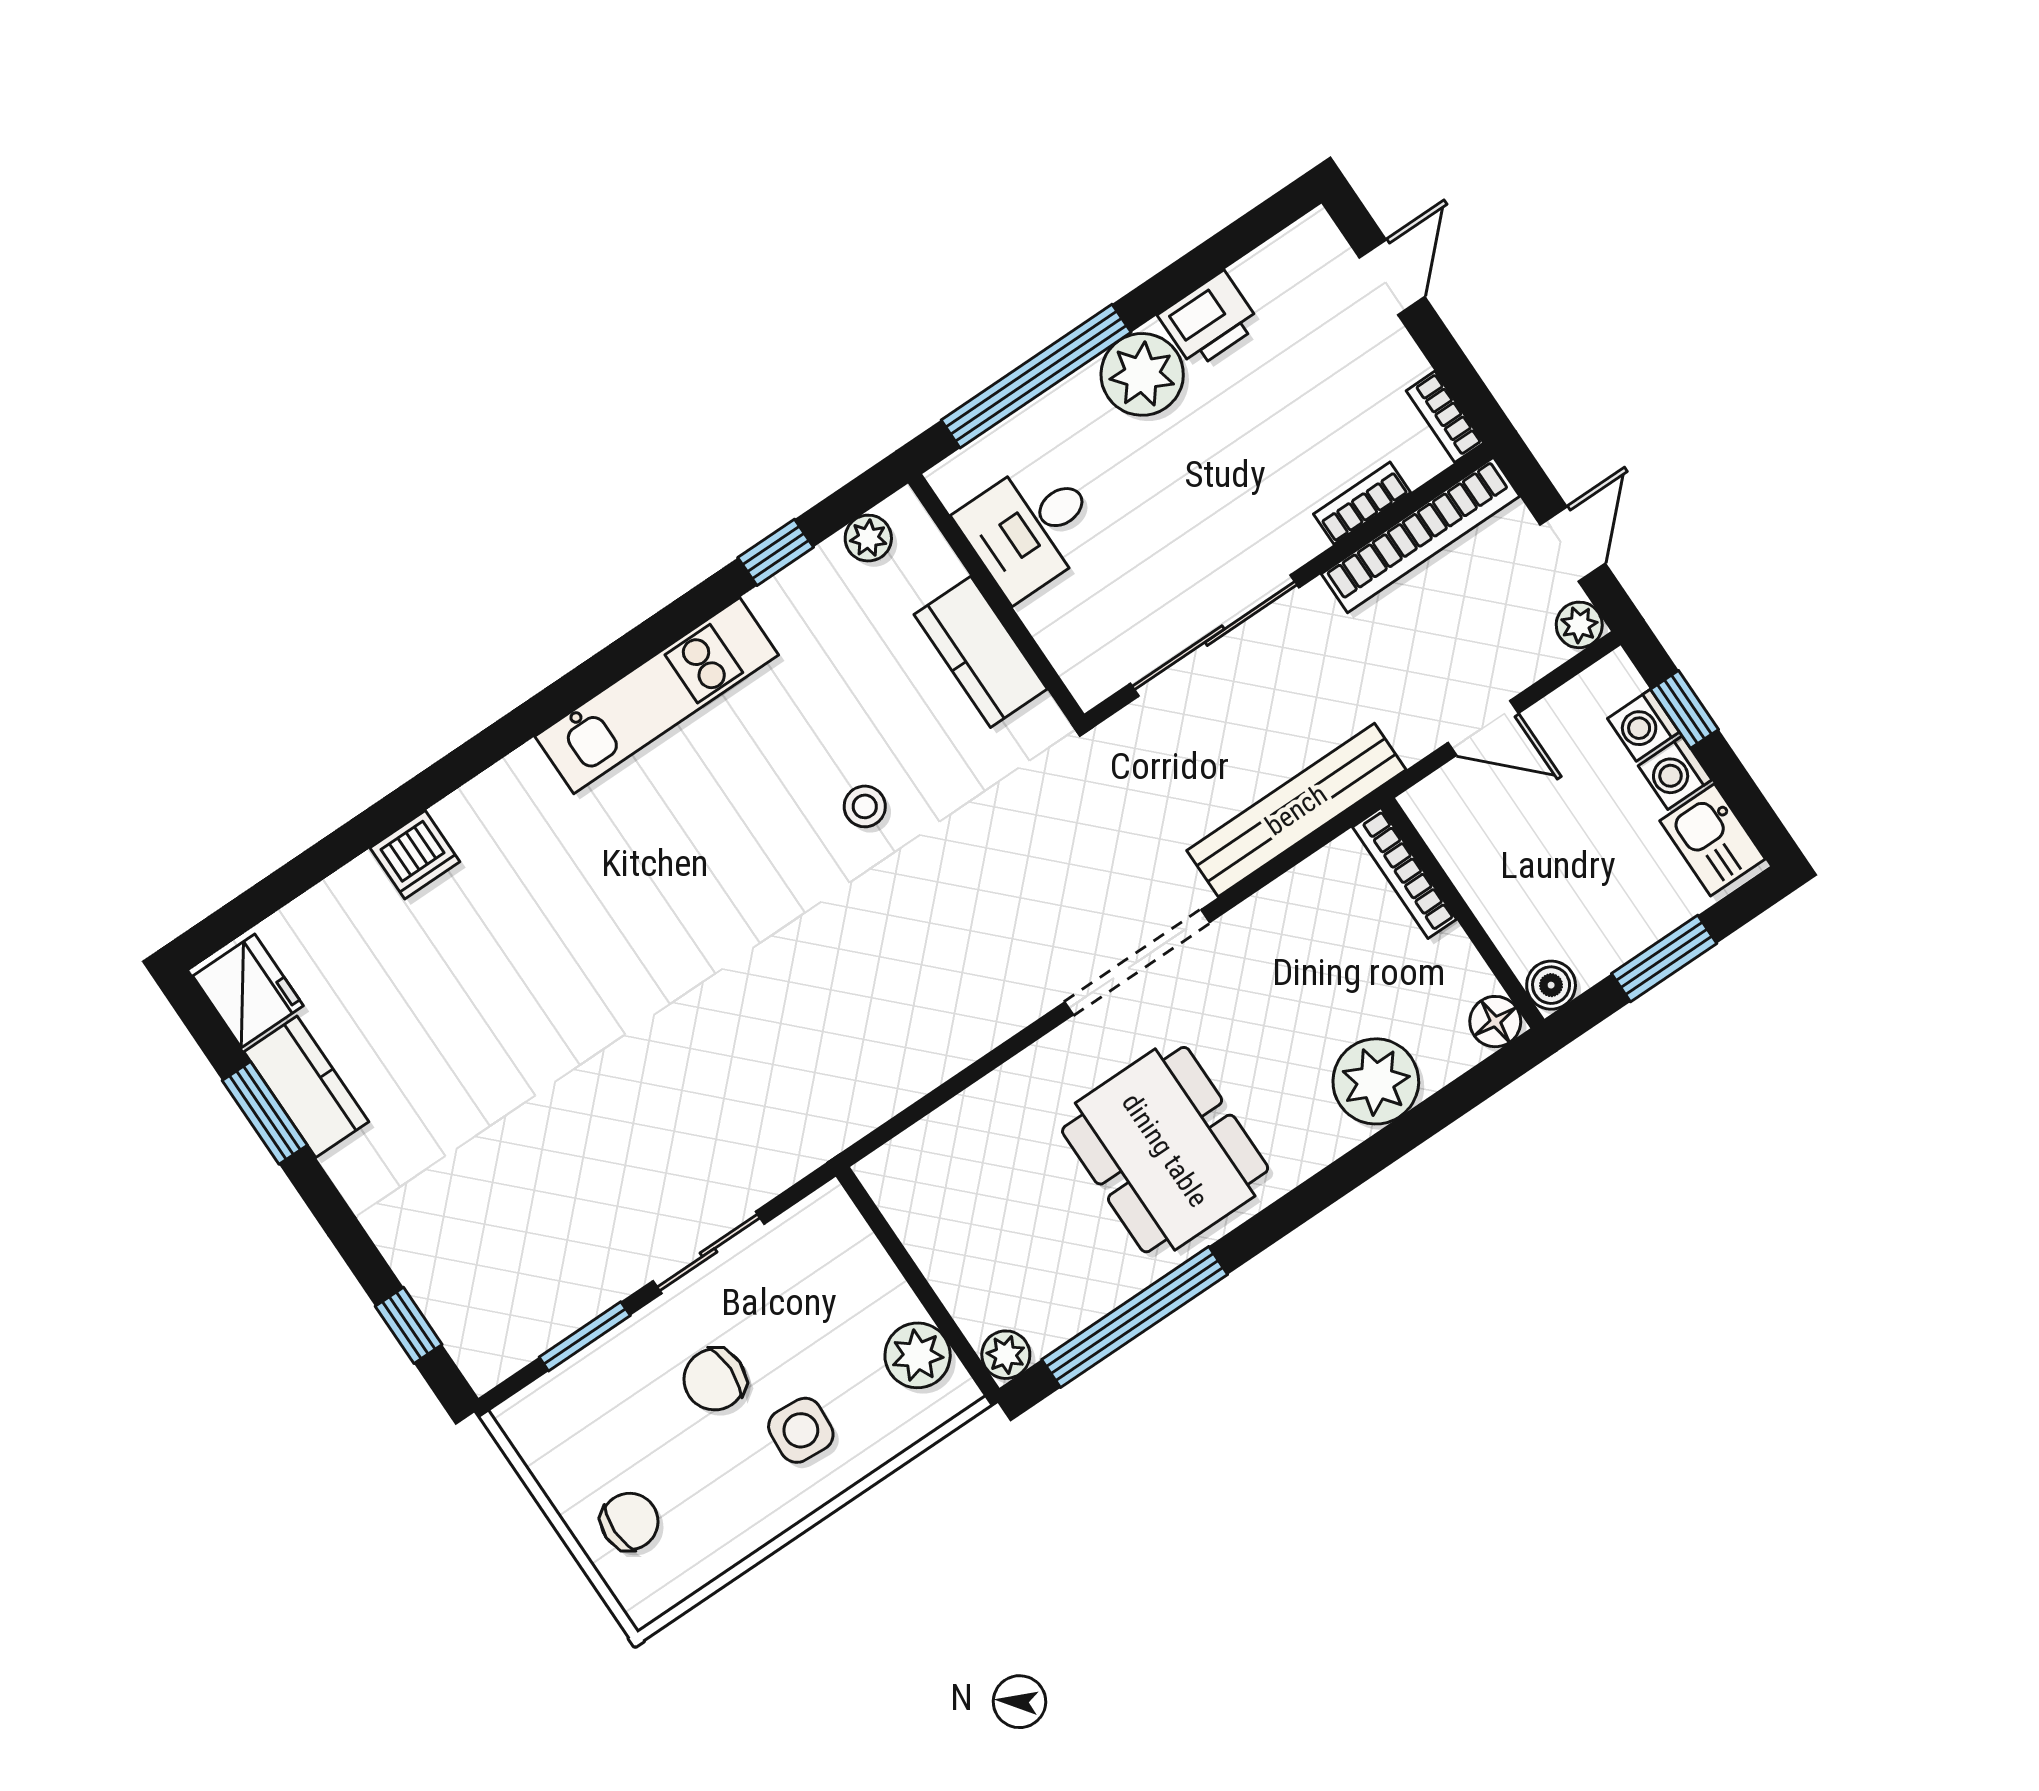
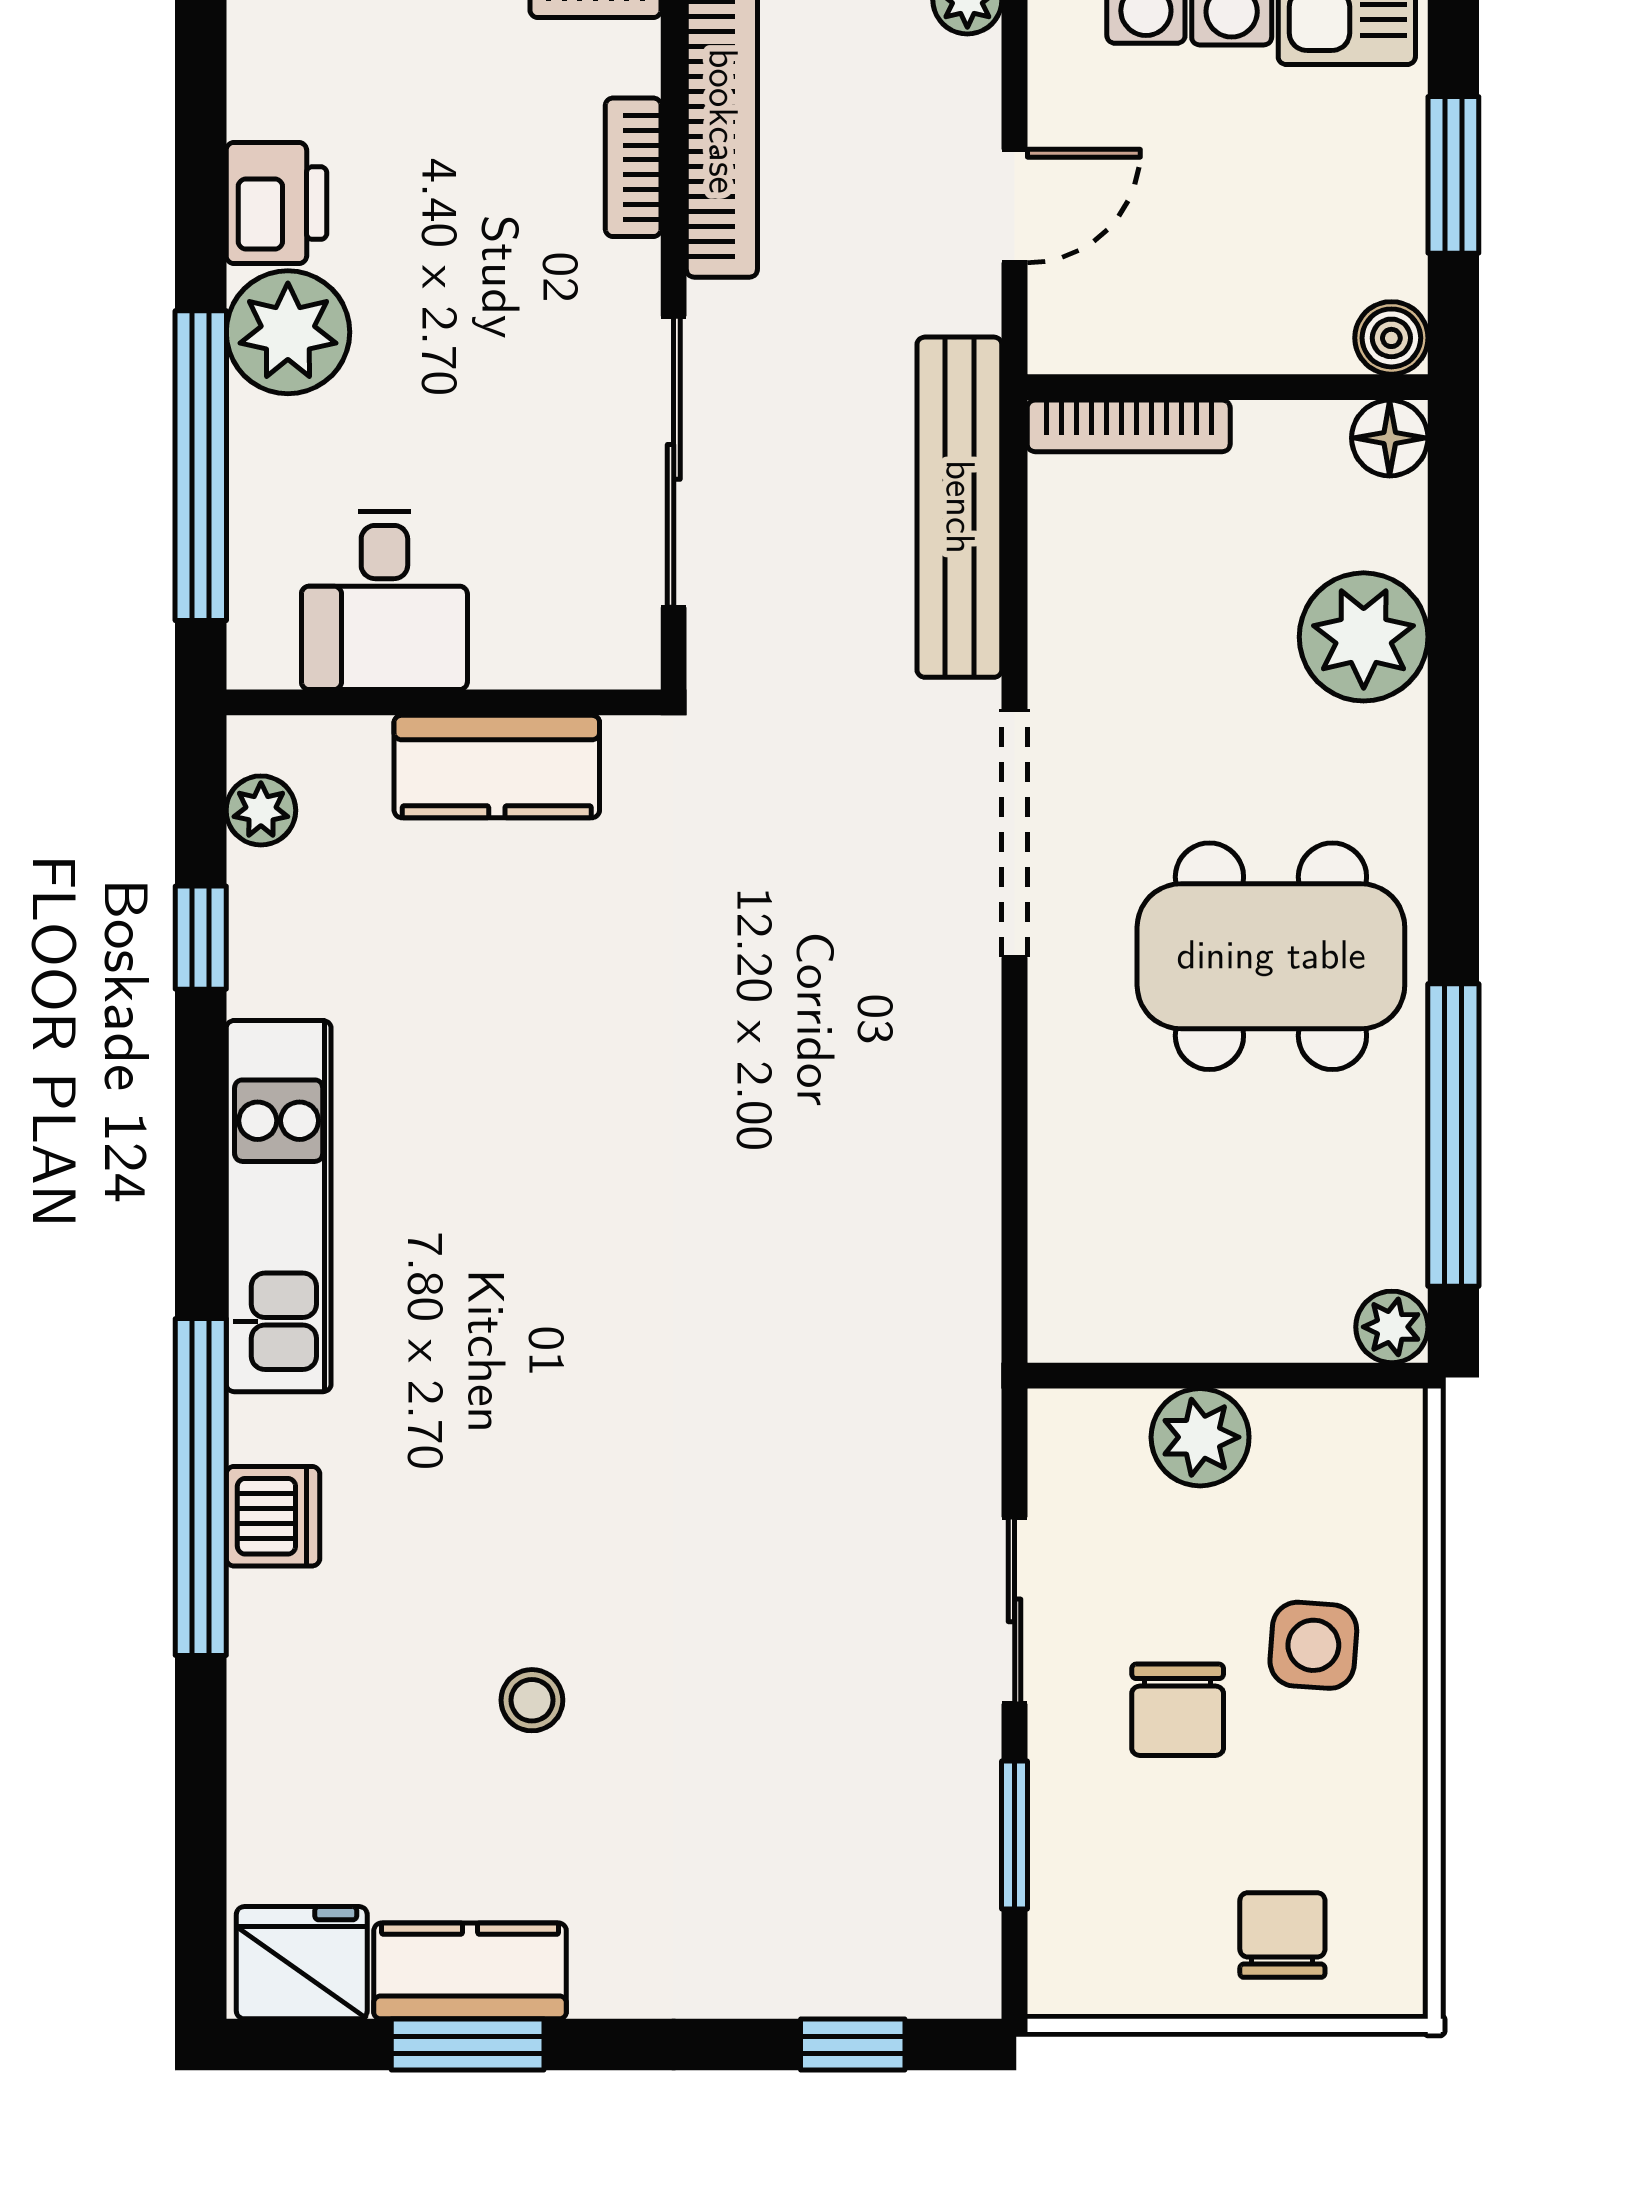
window: (473, 758) -> (201, 1487), added
stool: (865, 806) -> (532, 1700), moved
dishwasher: (415, 855) -> (273, 1516), moved
plant: (918, 1355) -> (1200, 1437), moved

